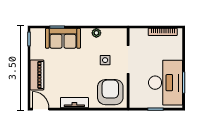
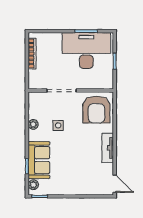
plant: (40, 33) -> (33, 185), added
side table: (105, 60) -> (58, 125), moved
piano: (37, 75) -> (78, 188), removed
armchair: (110, 92) -> (96, 110), turned -90
door: (41, 109) -> (115, 184), swing flipped

